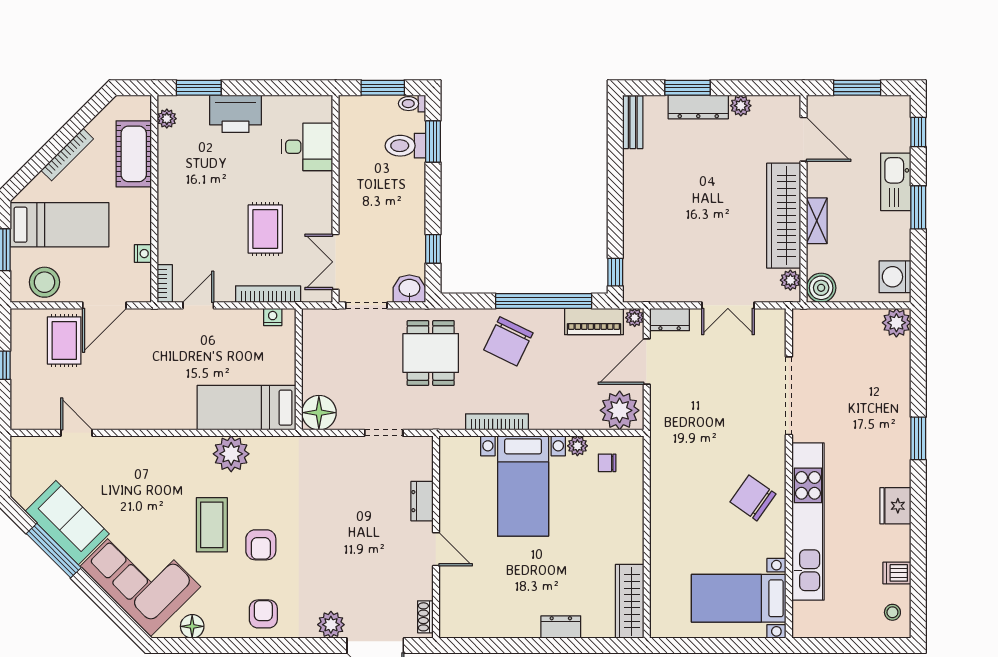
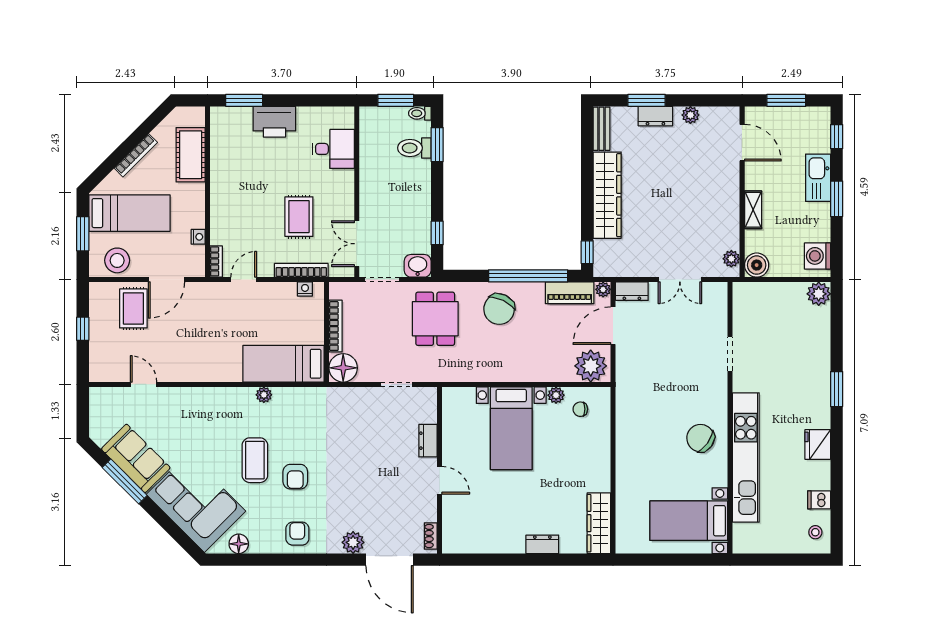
dresser: (698, 107) -> (655, 116), width x0.70
plant: (167, 119) -> (218, 126), removed
wardrobe: (784, 216) -> (607, 195), moved, turned 180
doorway: (789, 396) -> (730, 354), width x0.53
bookcase: (497, 422) -> (336, 326), moved, turned 90
plant: (231, 454) -> (264, 395), width x0.53, depth x0.53

